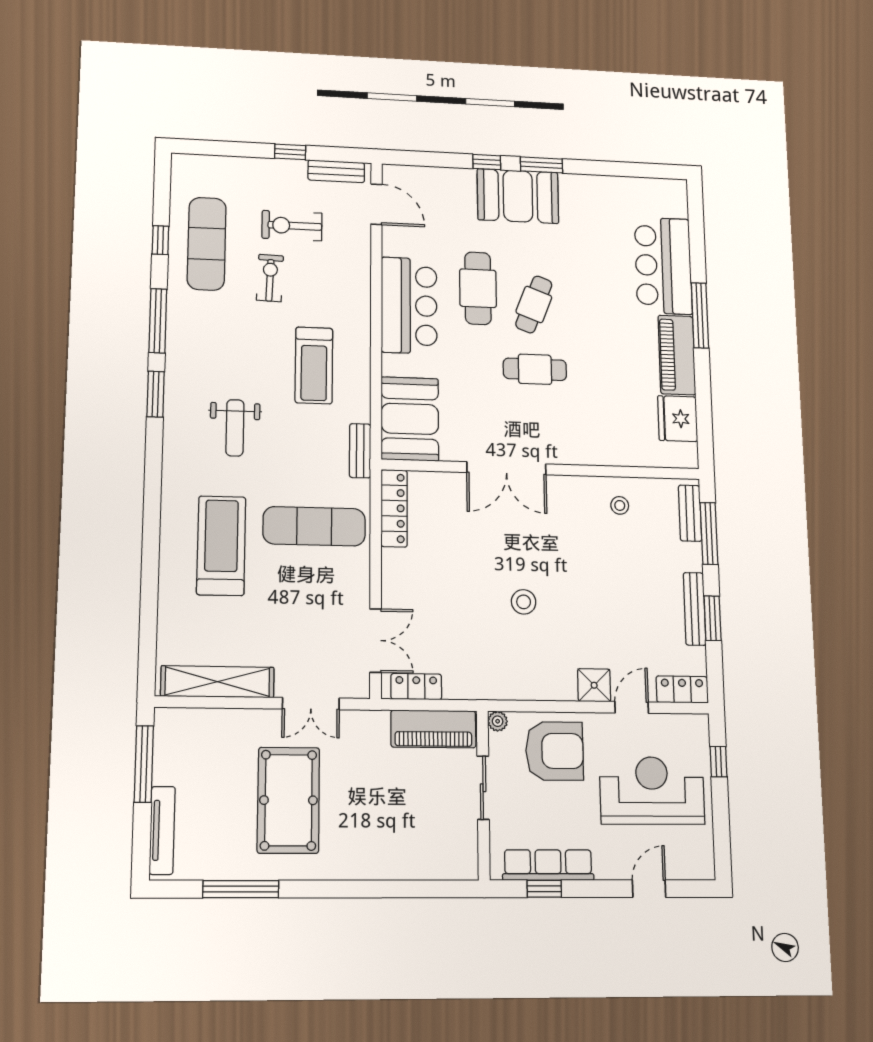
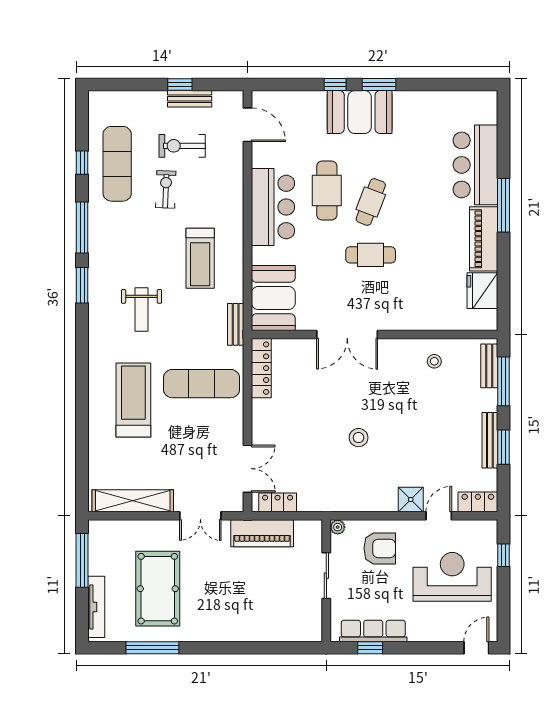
bench: (336, 171) -> (190, 99), moved
piano: (433, 729) -> (262, 533), moved
armchair: (555, 751) -> (380, 548), width x0.73, depth x0.73
pool table: (289, 800) -> (158, 589), moved
door: (649, 889) -> (476, 648), moved

